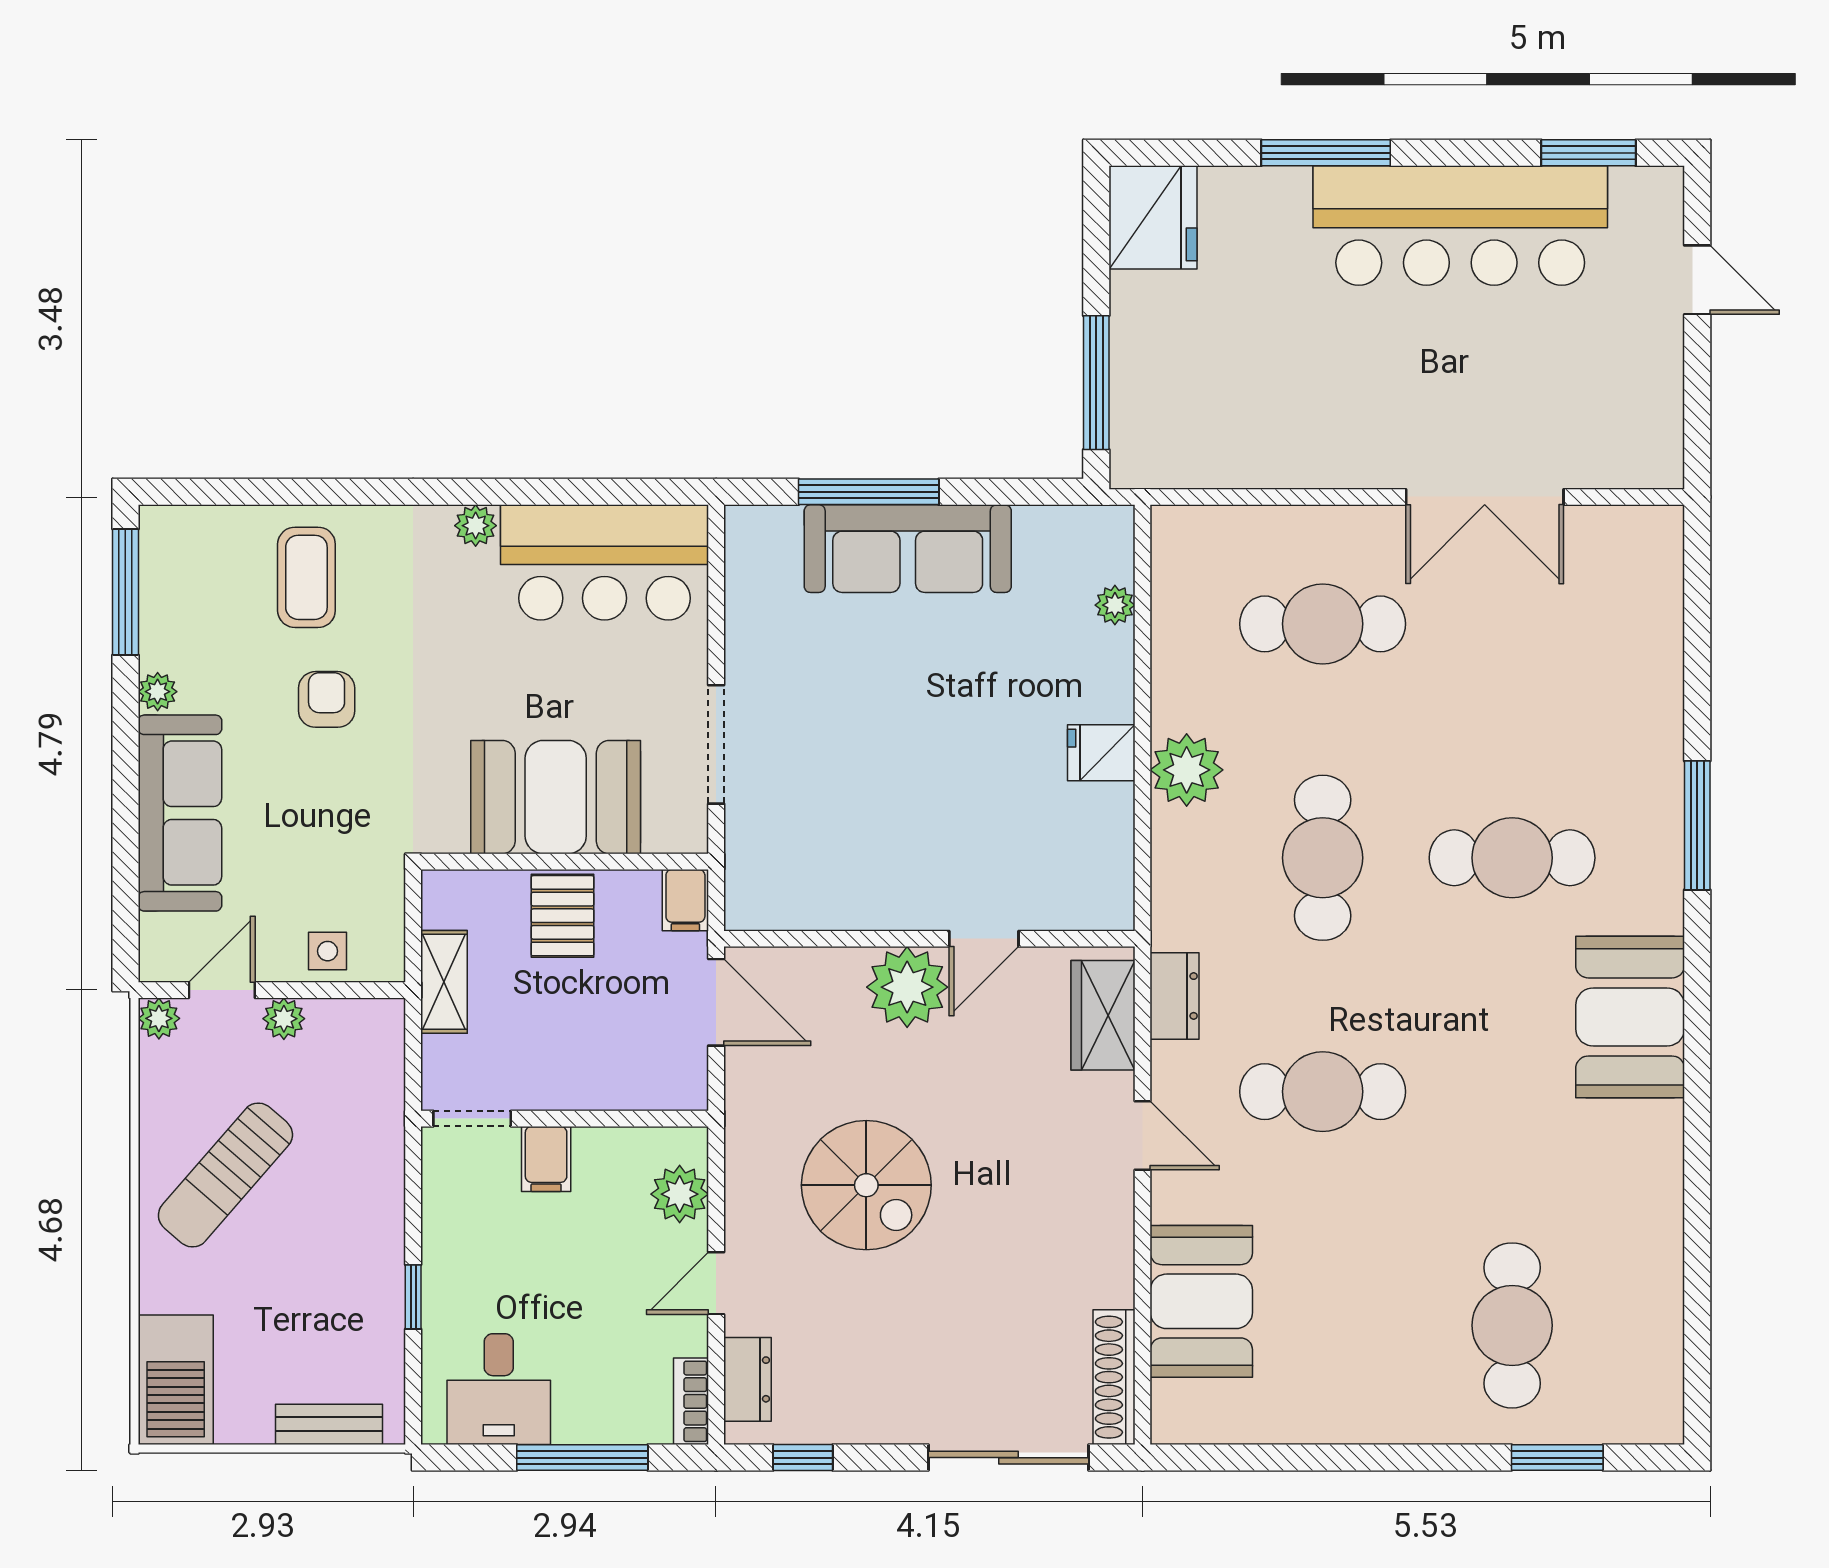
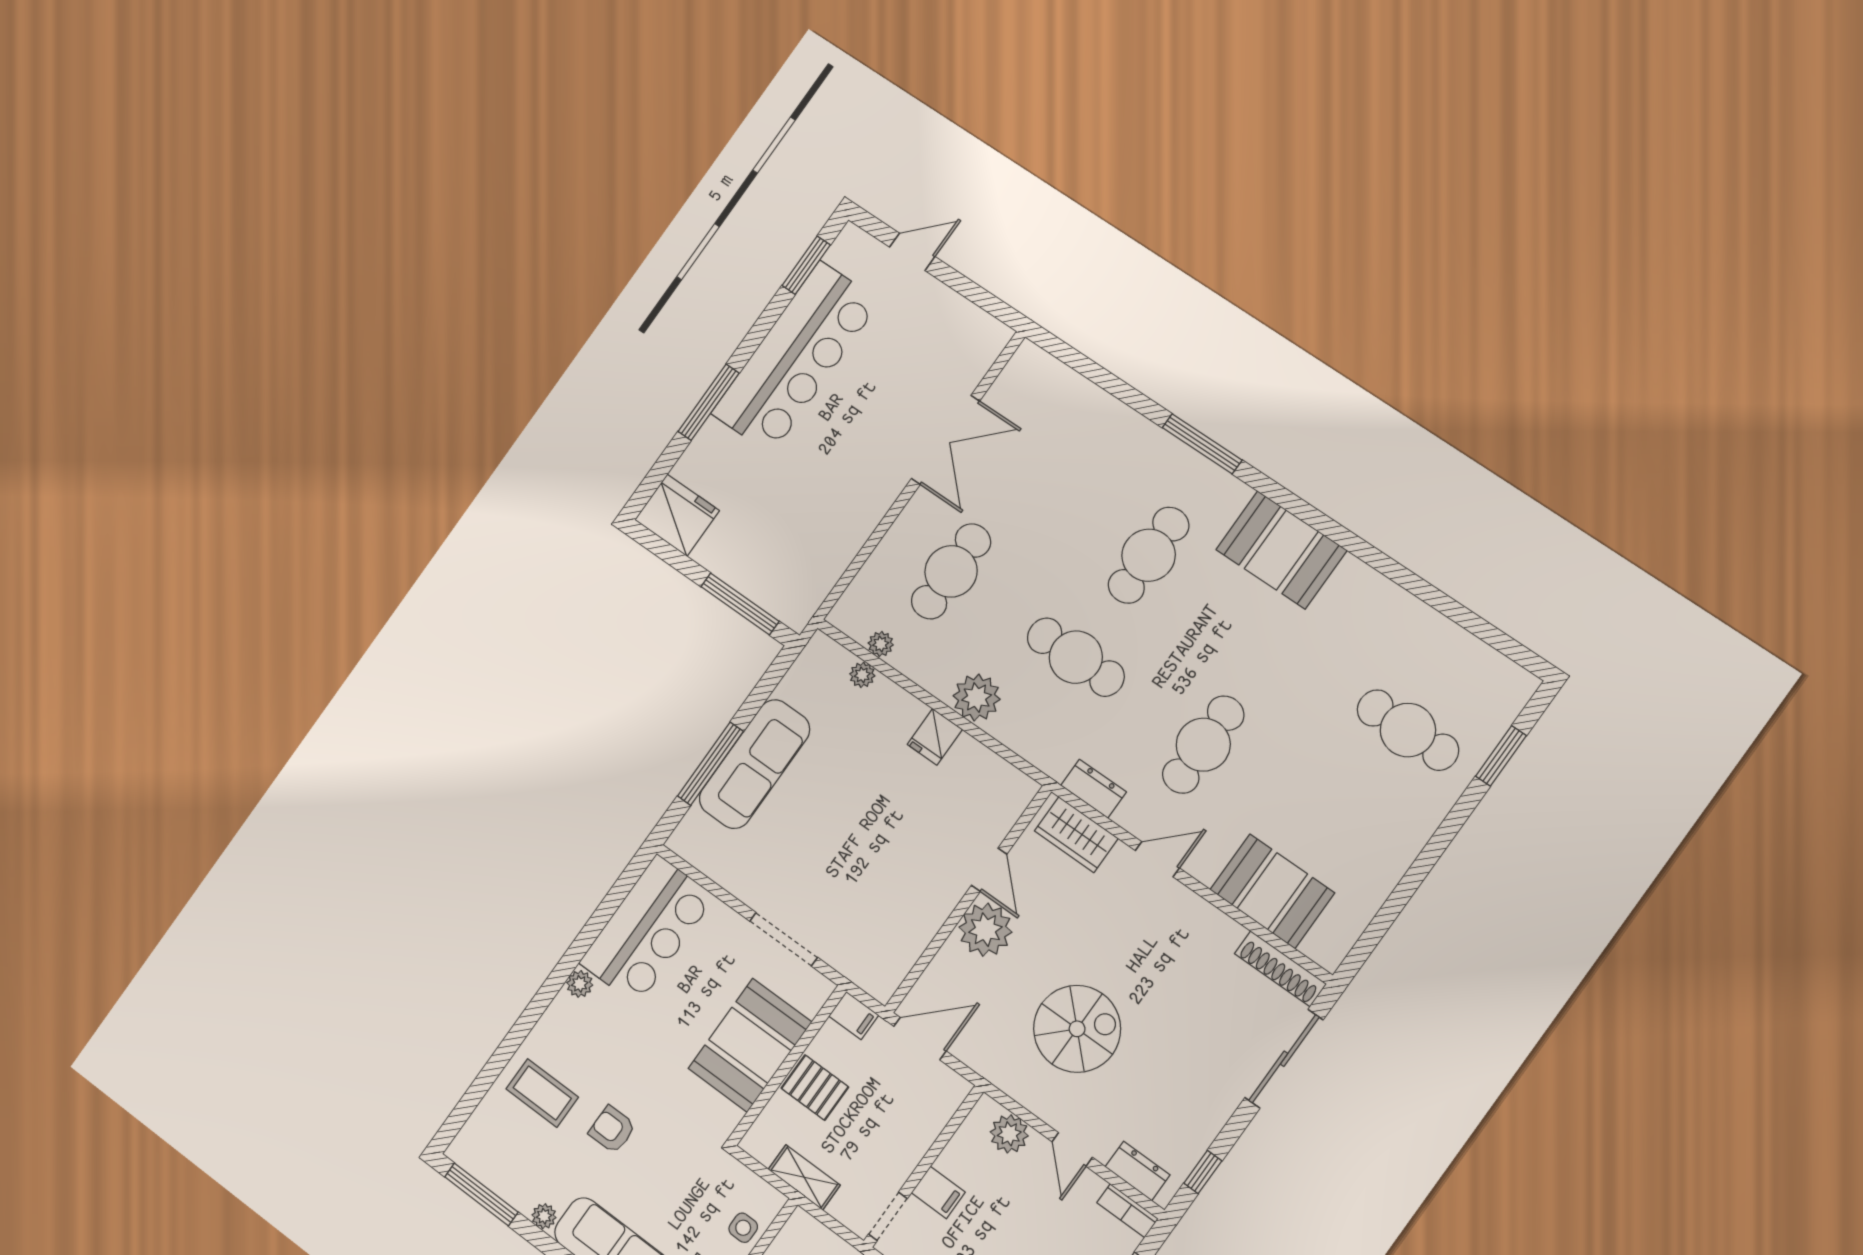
plant: (1170, 600) -> (881, 644), added

